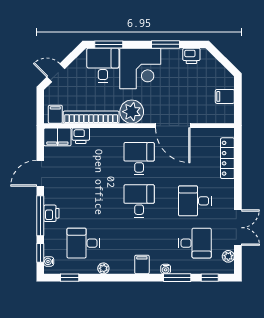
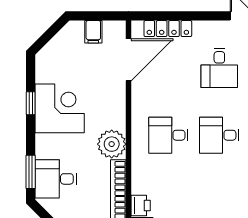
window: (165, 44) -> (31, 103), width x0.67
printer: (191, 56) -> (44, 72), removed
corner desk: (140, 69) -> (60, 108), moved
door: (173, 126) -> (129, 60), moved

